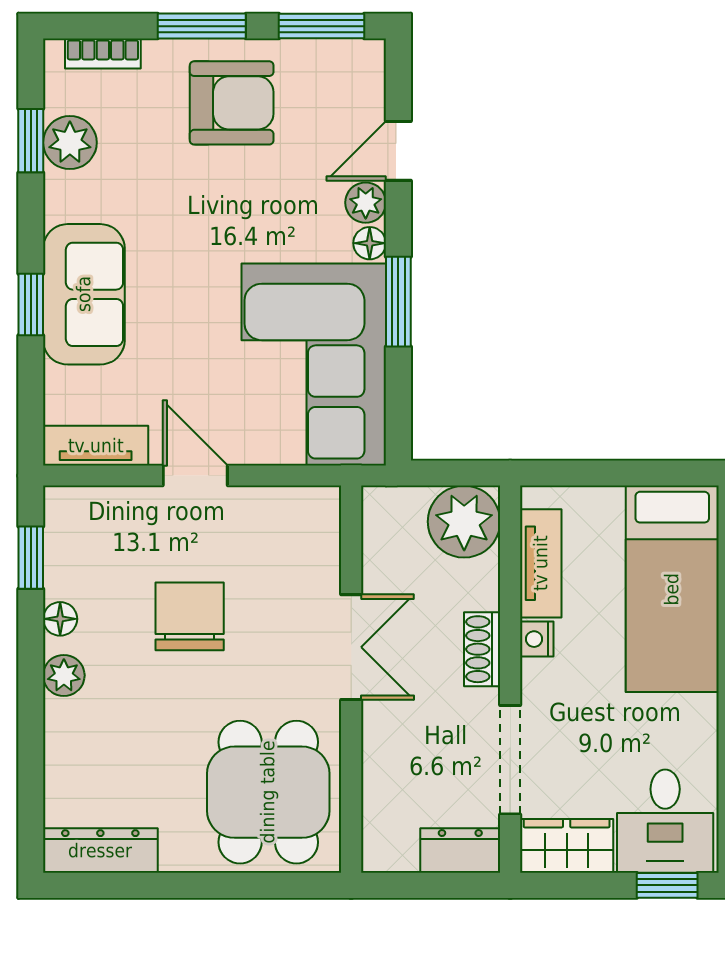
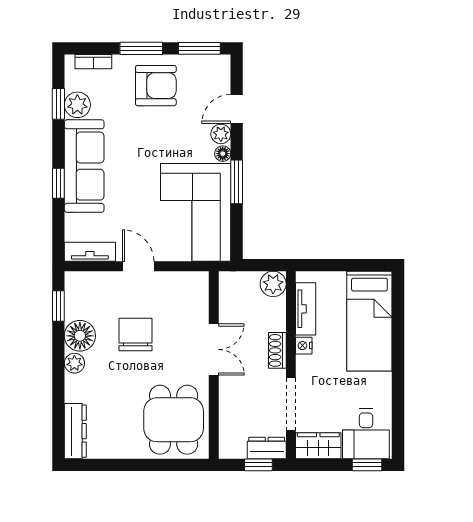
sofa: (84, 294) -> (84, 166), width x1.36
plant: (464, 522) -> (273, 284), width x0.73, depth x0.73
floor lamp: (60, 619) -> (80, 336), width x1.89, depth x1.89
dresser: (100, 851) -> (75, 431), moved, turned 90
window: (443, 885) -> (258, 465), added

